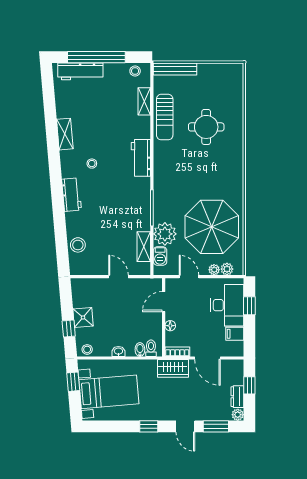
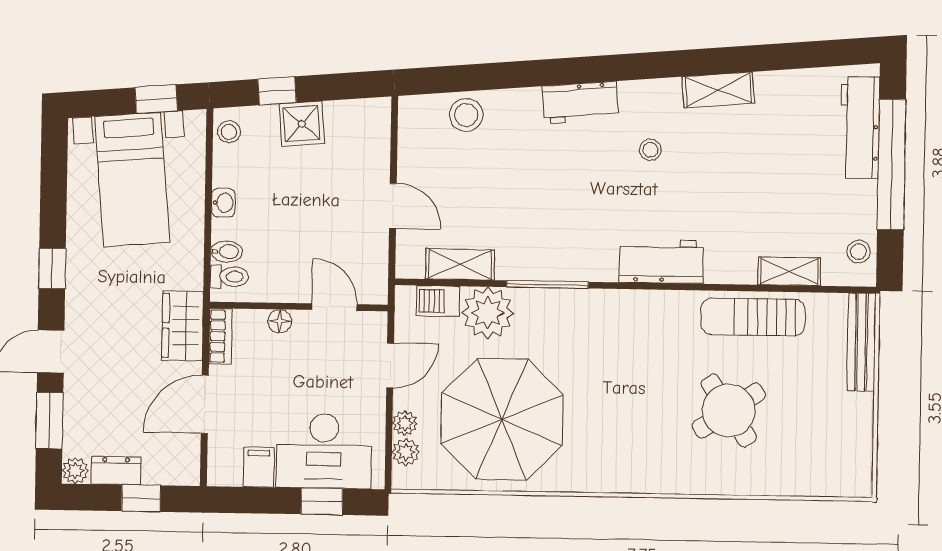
round table: (206, 127) -> (729, 411), turned -34
door: (118, 277) -> (393, 206), hinge flipped

